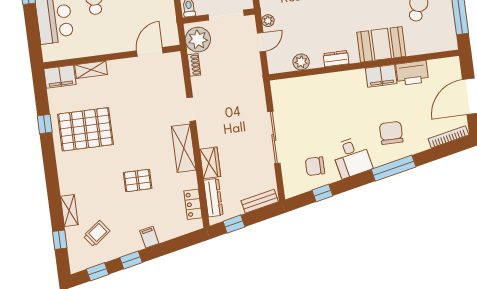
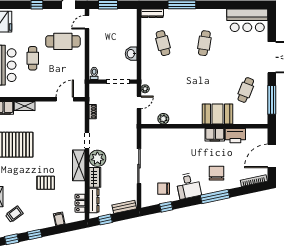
plant: (198, 40) -> (97, 158), moved
dresser: (336, 59) -> (187, 120), removed
filing cabinet: (149, 237) -> (59, 219), moved

